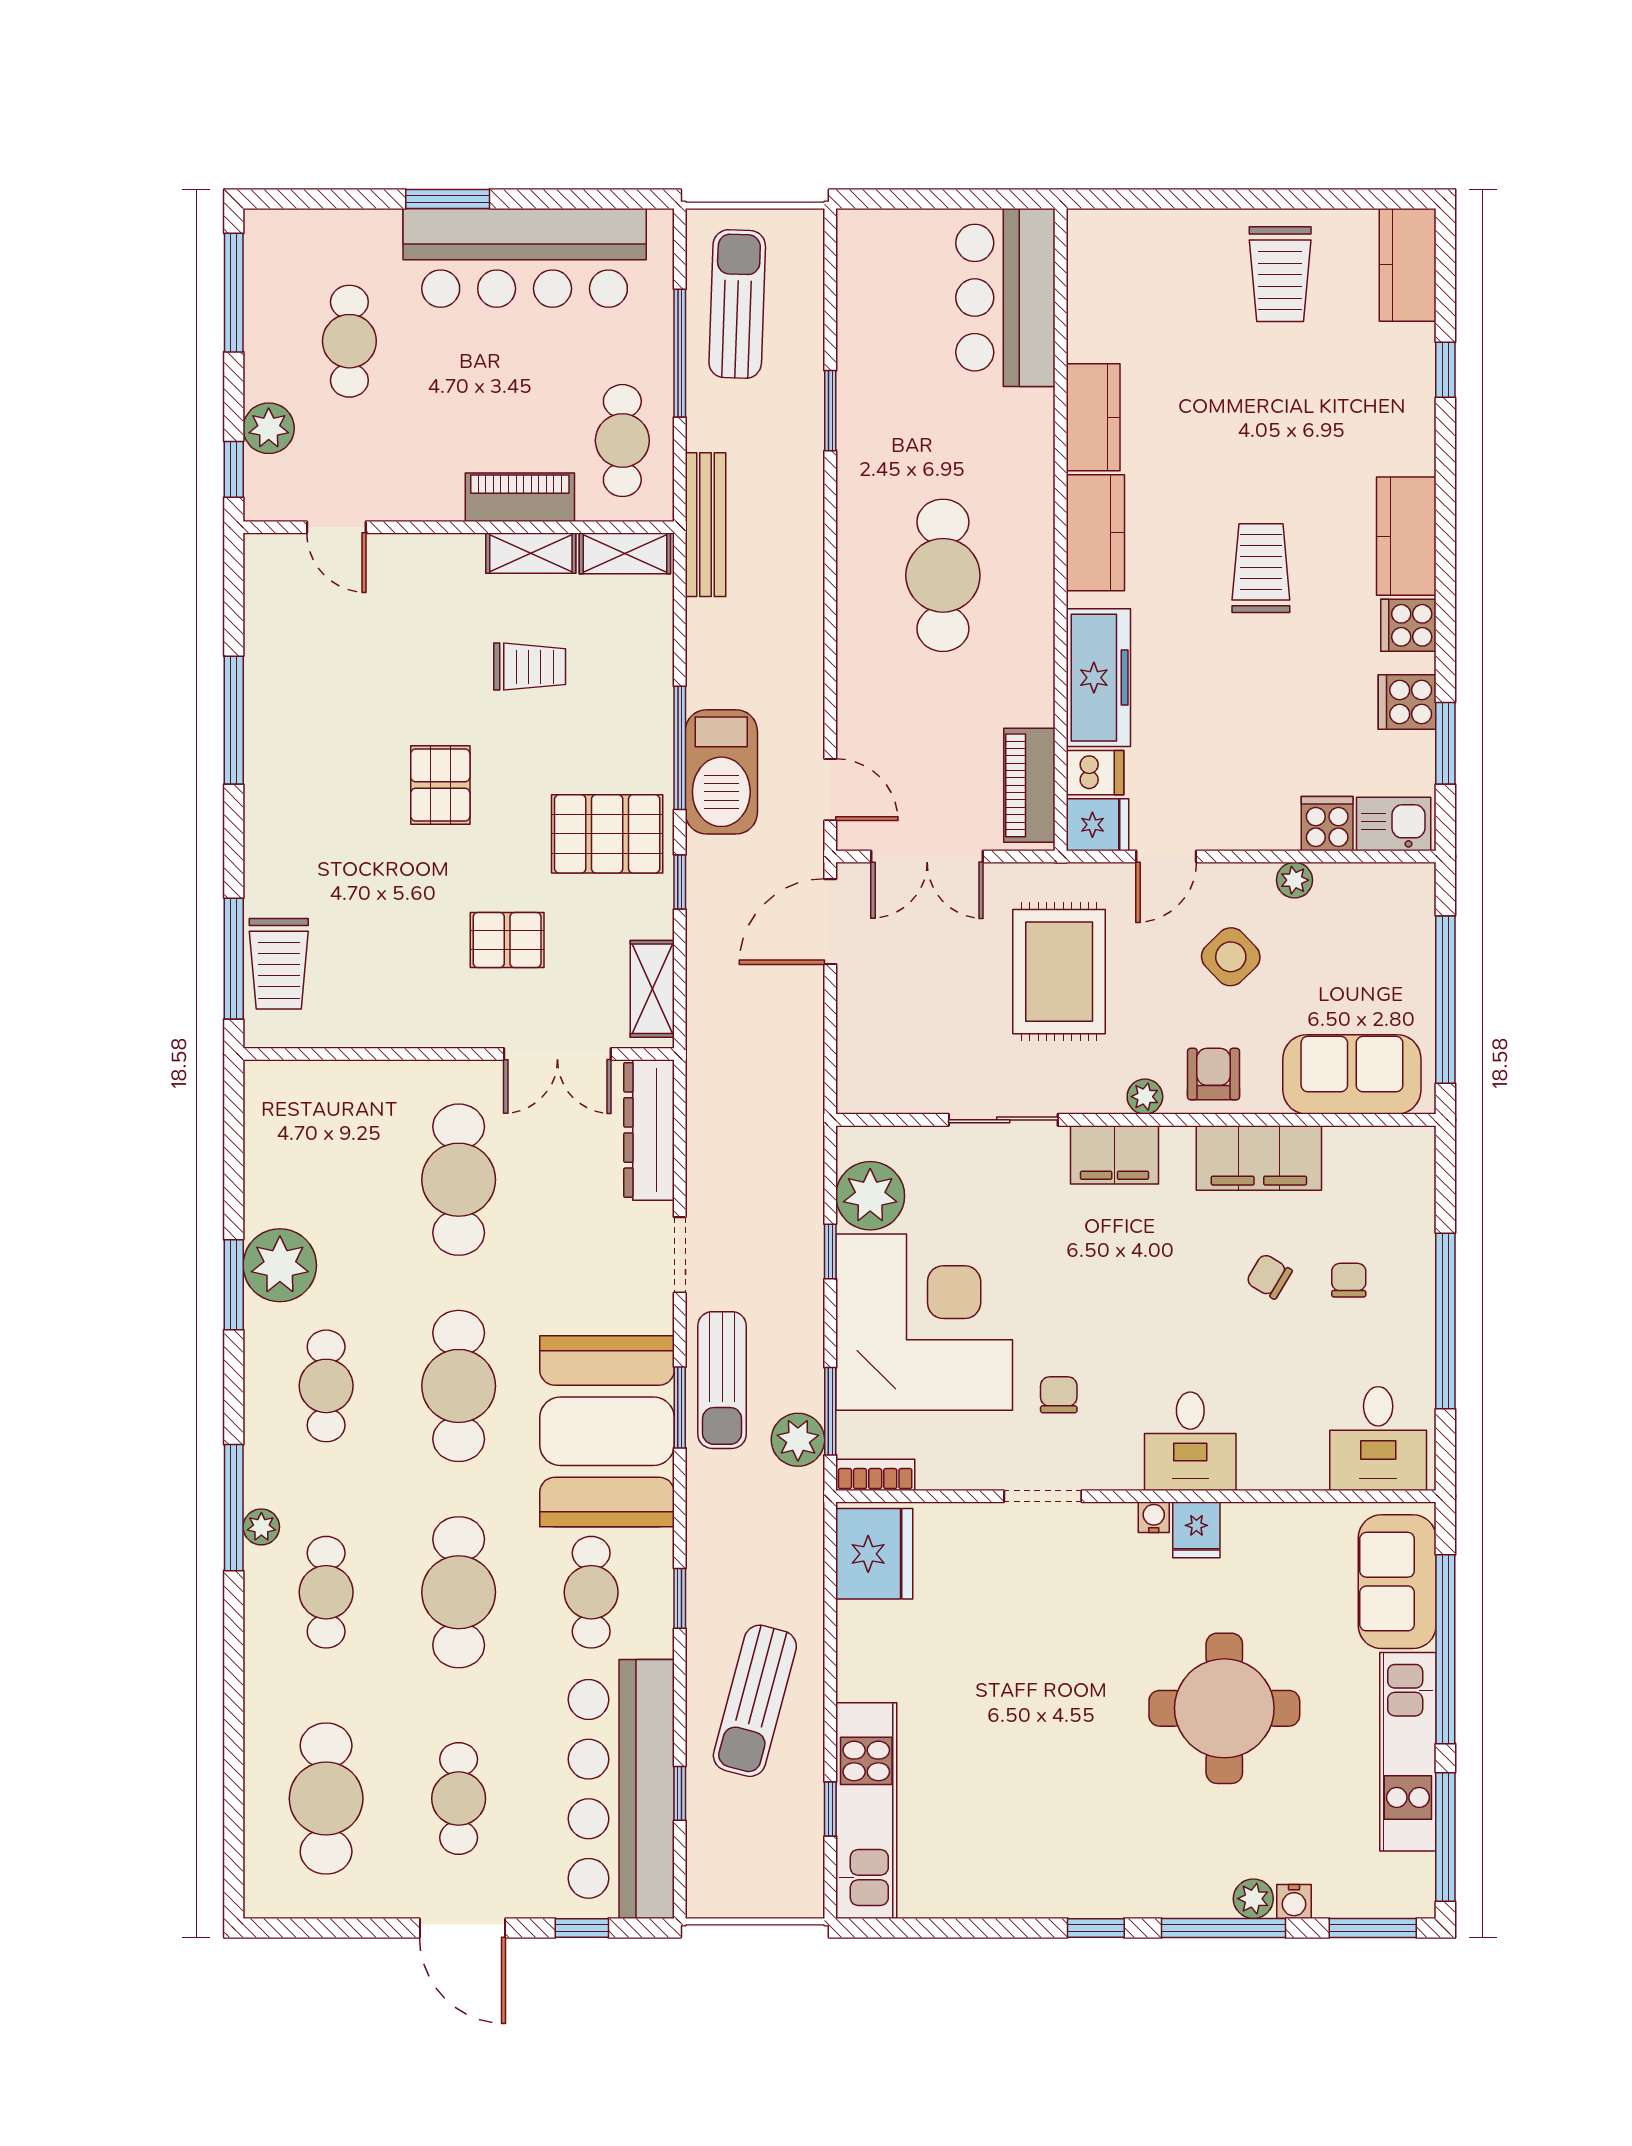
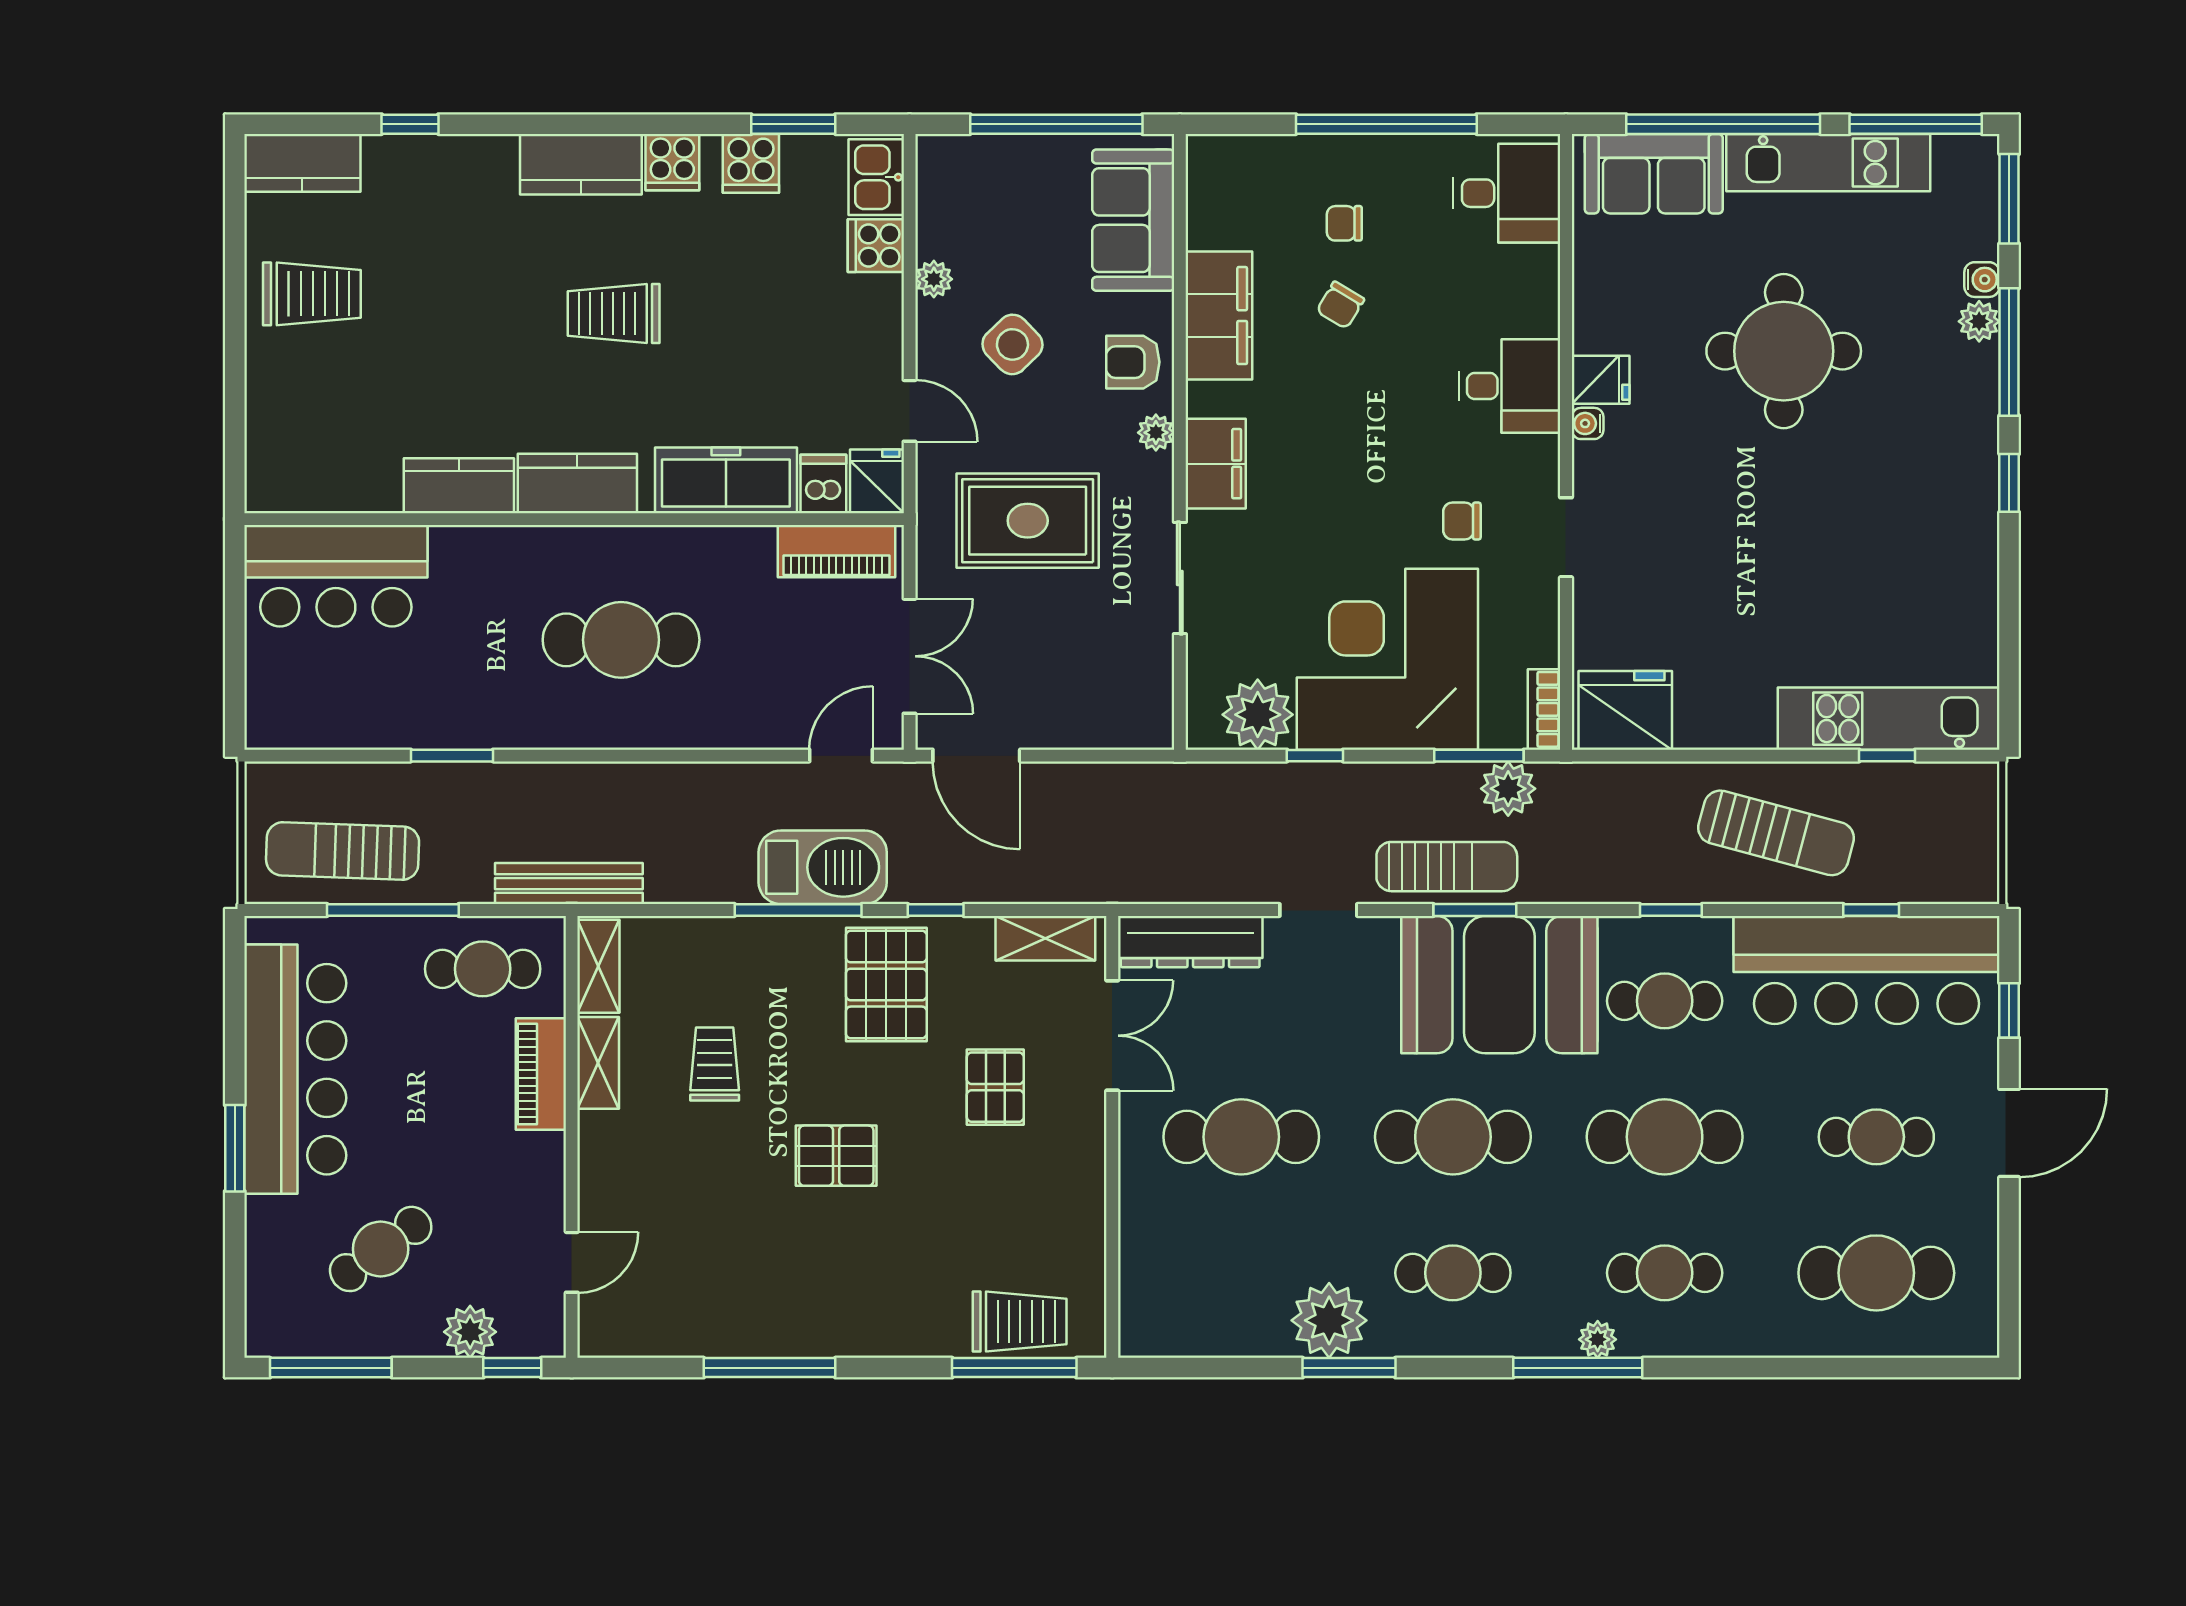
cafe table: (349, 341) -> (381, 1249), turned -36

